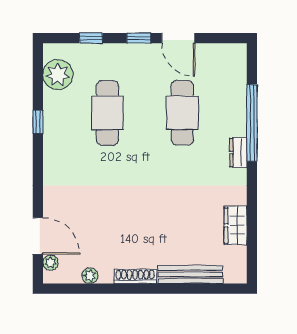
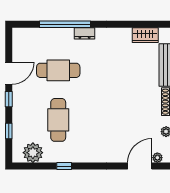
cafe table: (107, 113) -> (58, 120), turned 90
wardrobe: (236, 225) -> (145, 35), moved

